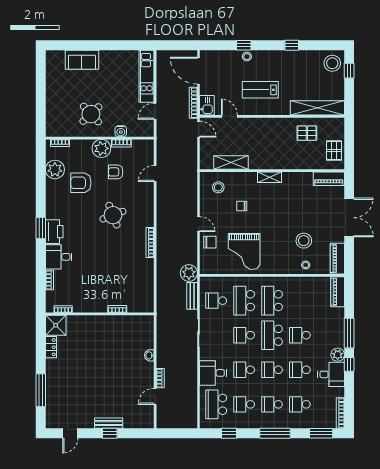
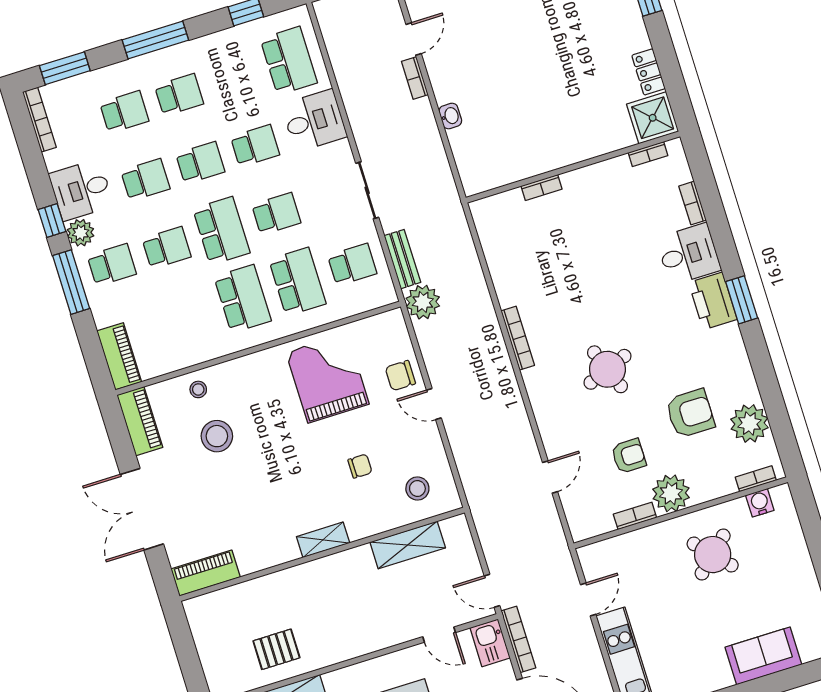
water cooler: (121, 131) -> (760, 503), moved
pallet: (334, 150) -> (213, 632), removed
school desk: (244, 404) -> (112, 265), moved

